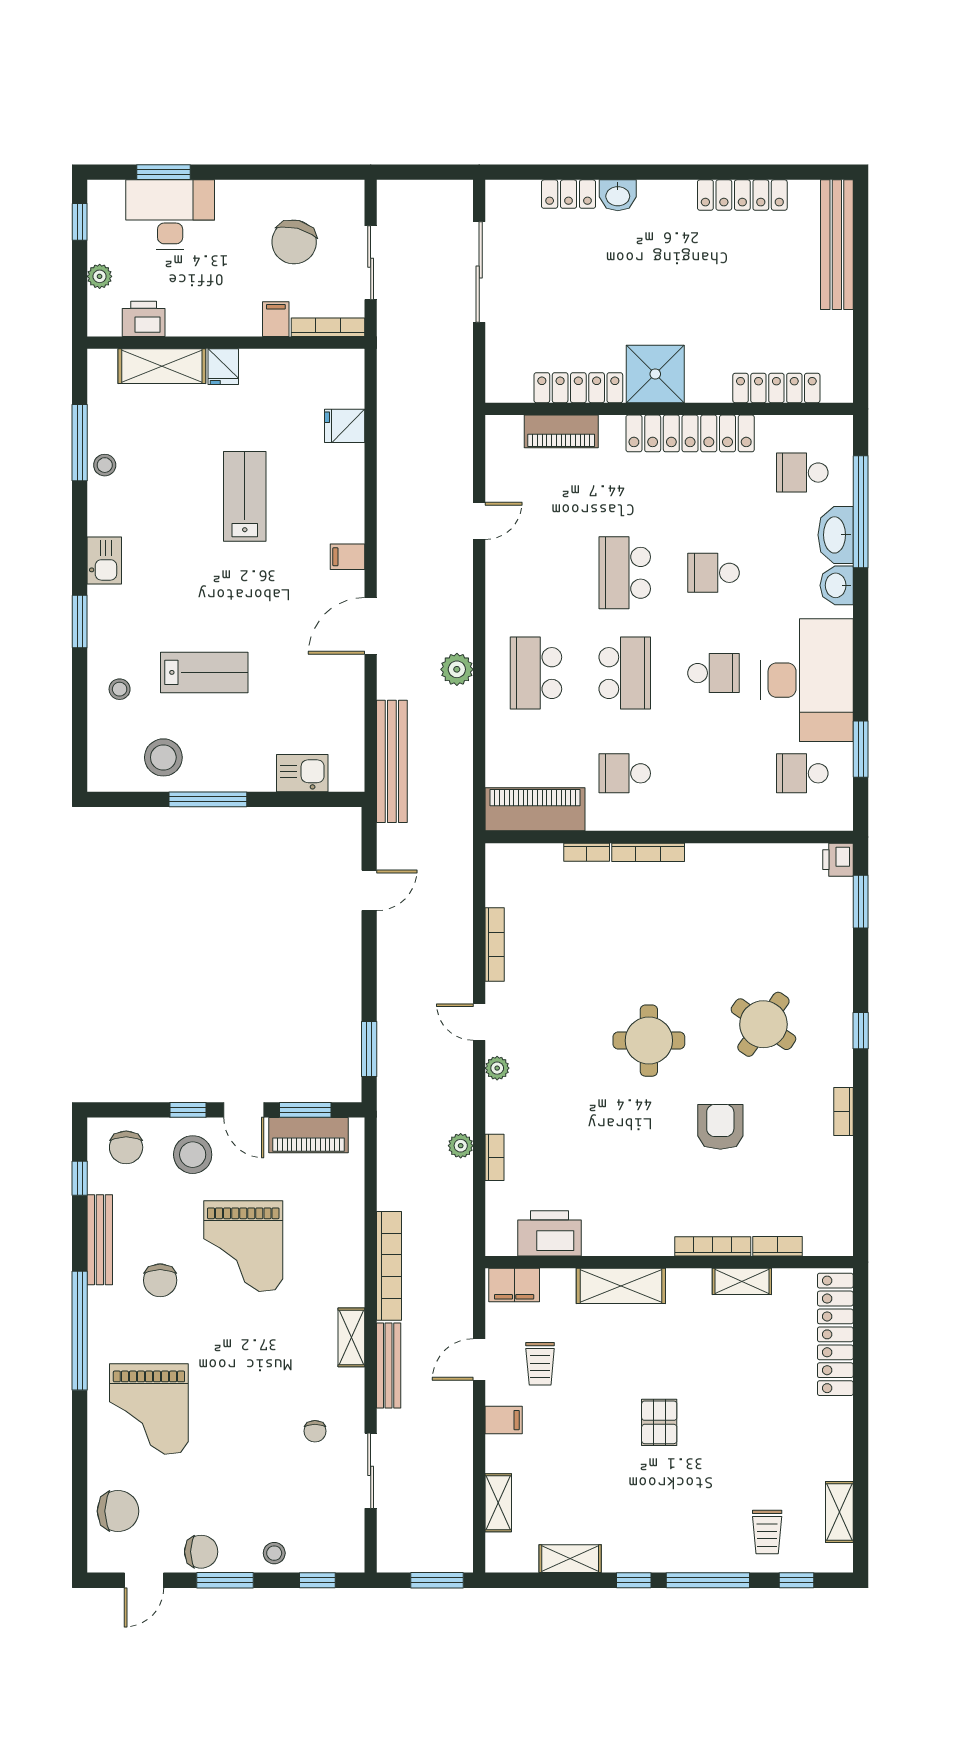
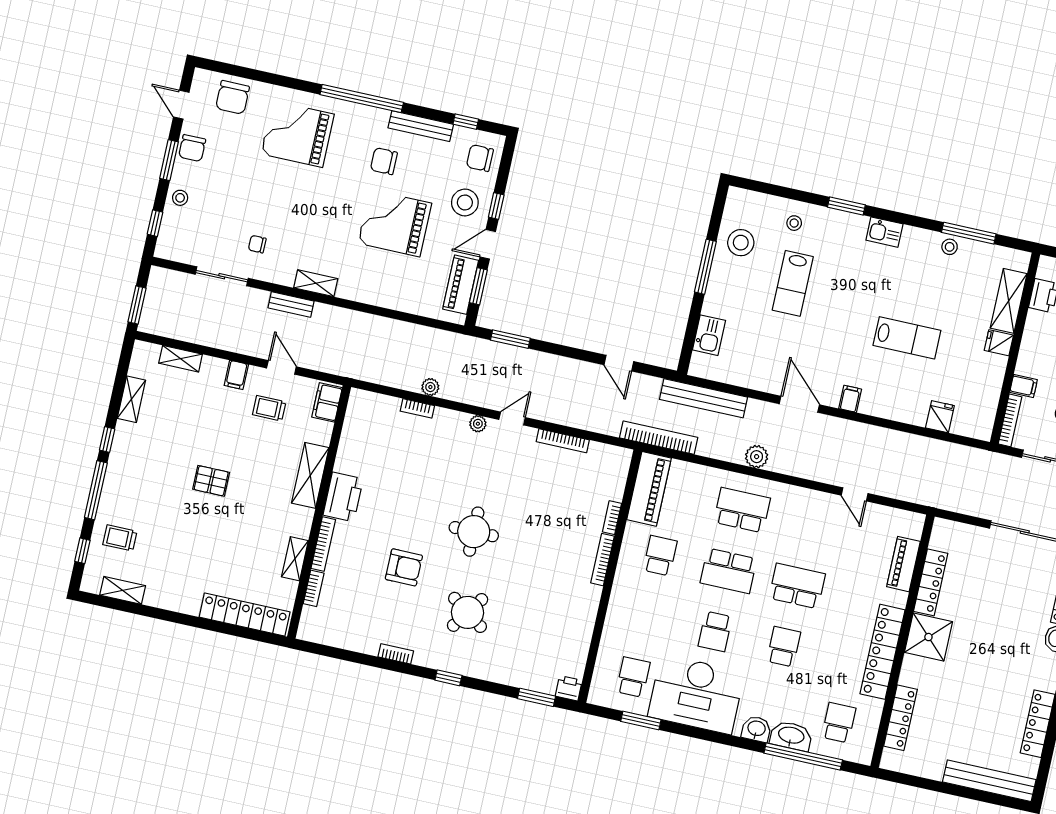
printer: (549, 1233) -> (343, 497), moved
bookcase: (389, 1266) -> (659, 438), moved, turned 180
bench: (389, 1365) -> (291, 304), width x0.73

